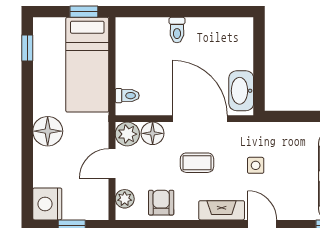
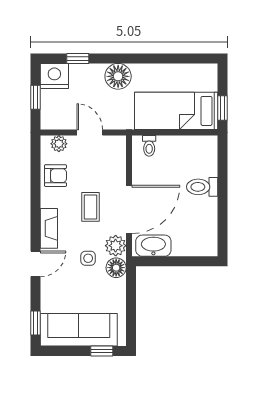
toilet: (177, 30) -> (202, 187), width x1.37, depth x1.39
window: (27, 48) -> (78, 58), moved
floor lamp: (153, 133) -> (116, 268), moved
plant: (127, 134) -> (116, 246), moved

